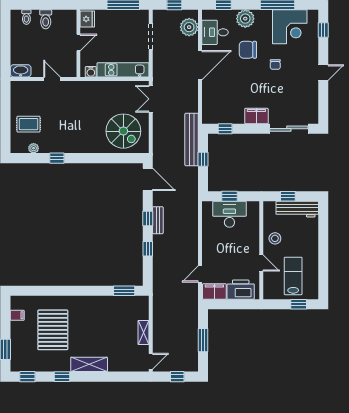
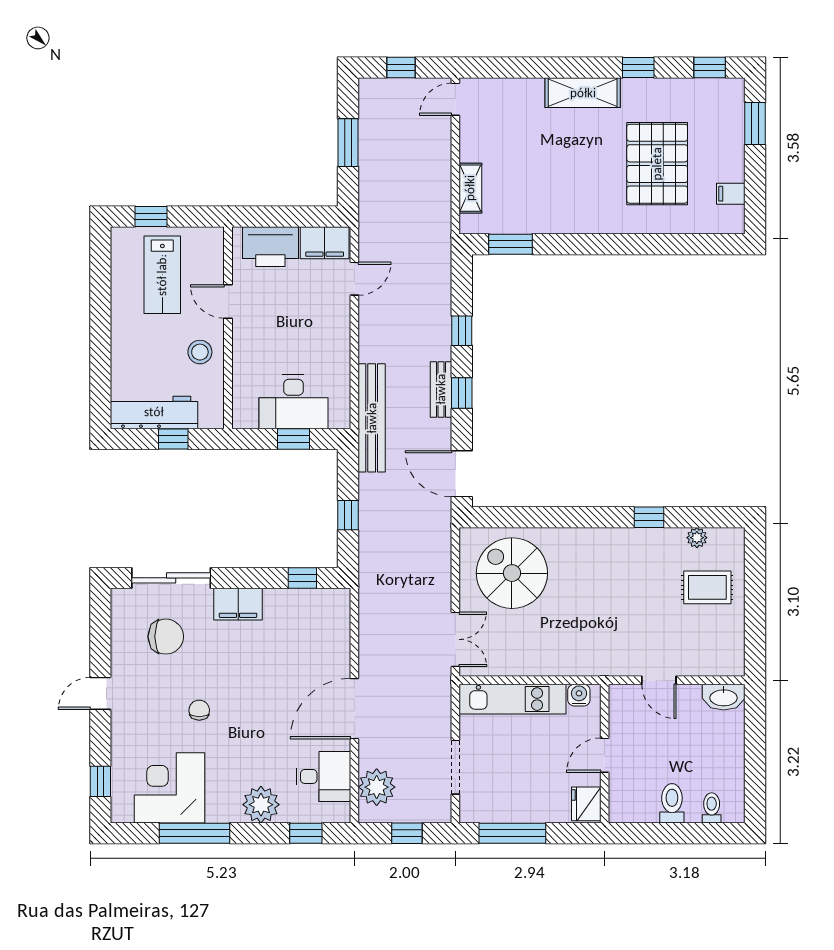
chair: (248, 50) -> (166, 637), moved
bench: (192, 139) -> (372, 418), moved
shelving: (144, 333) -> (470, 188), moved

